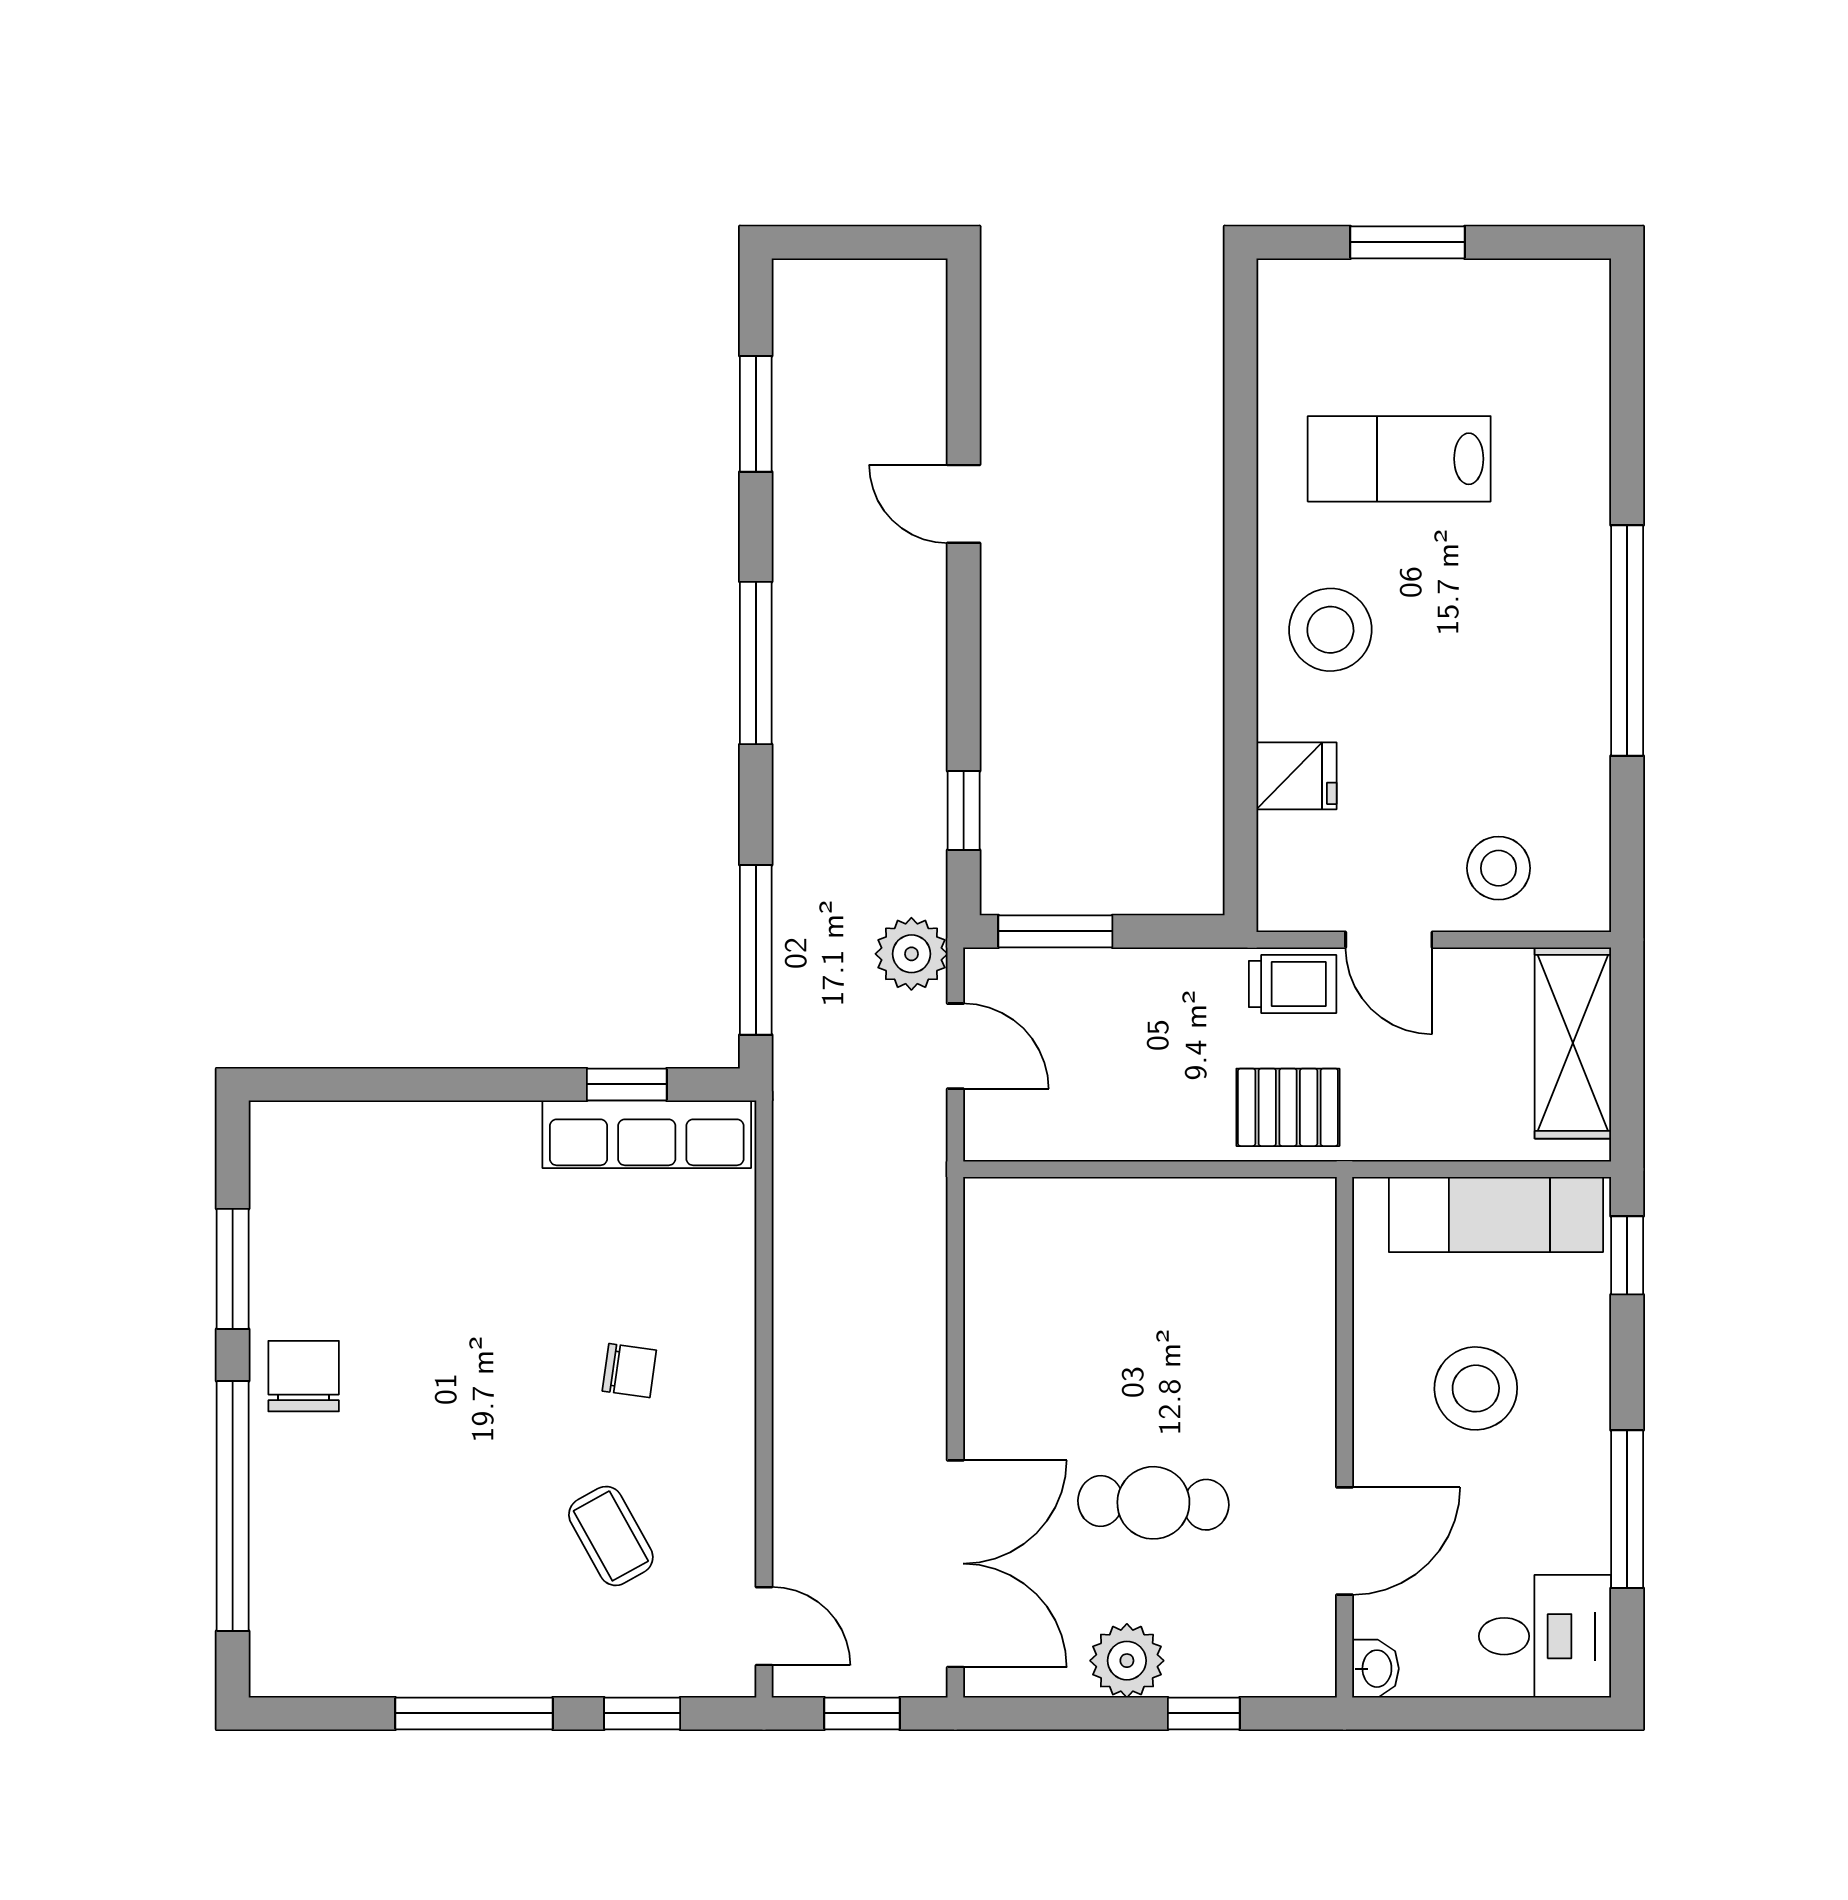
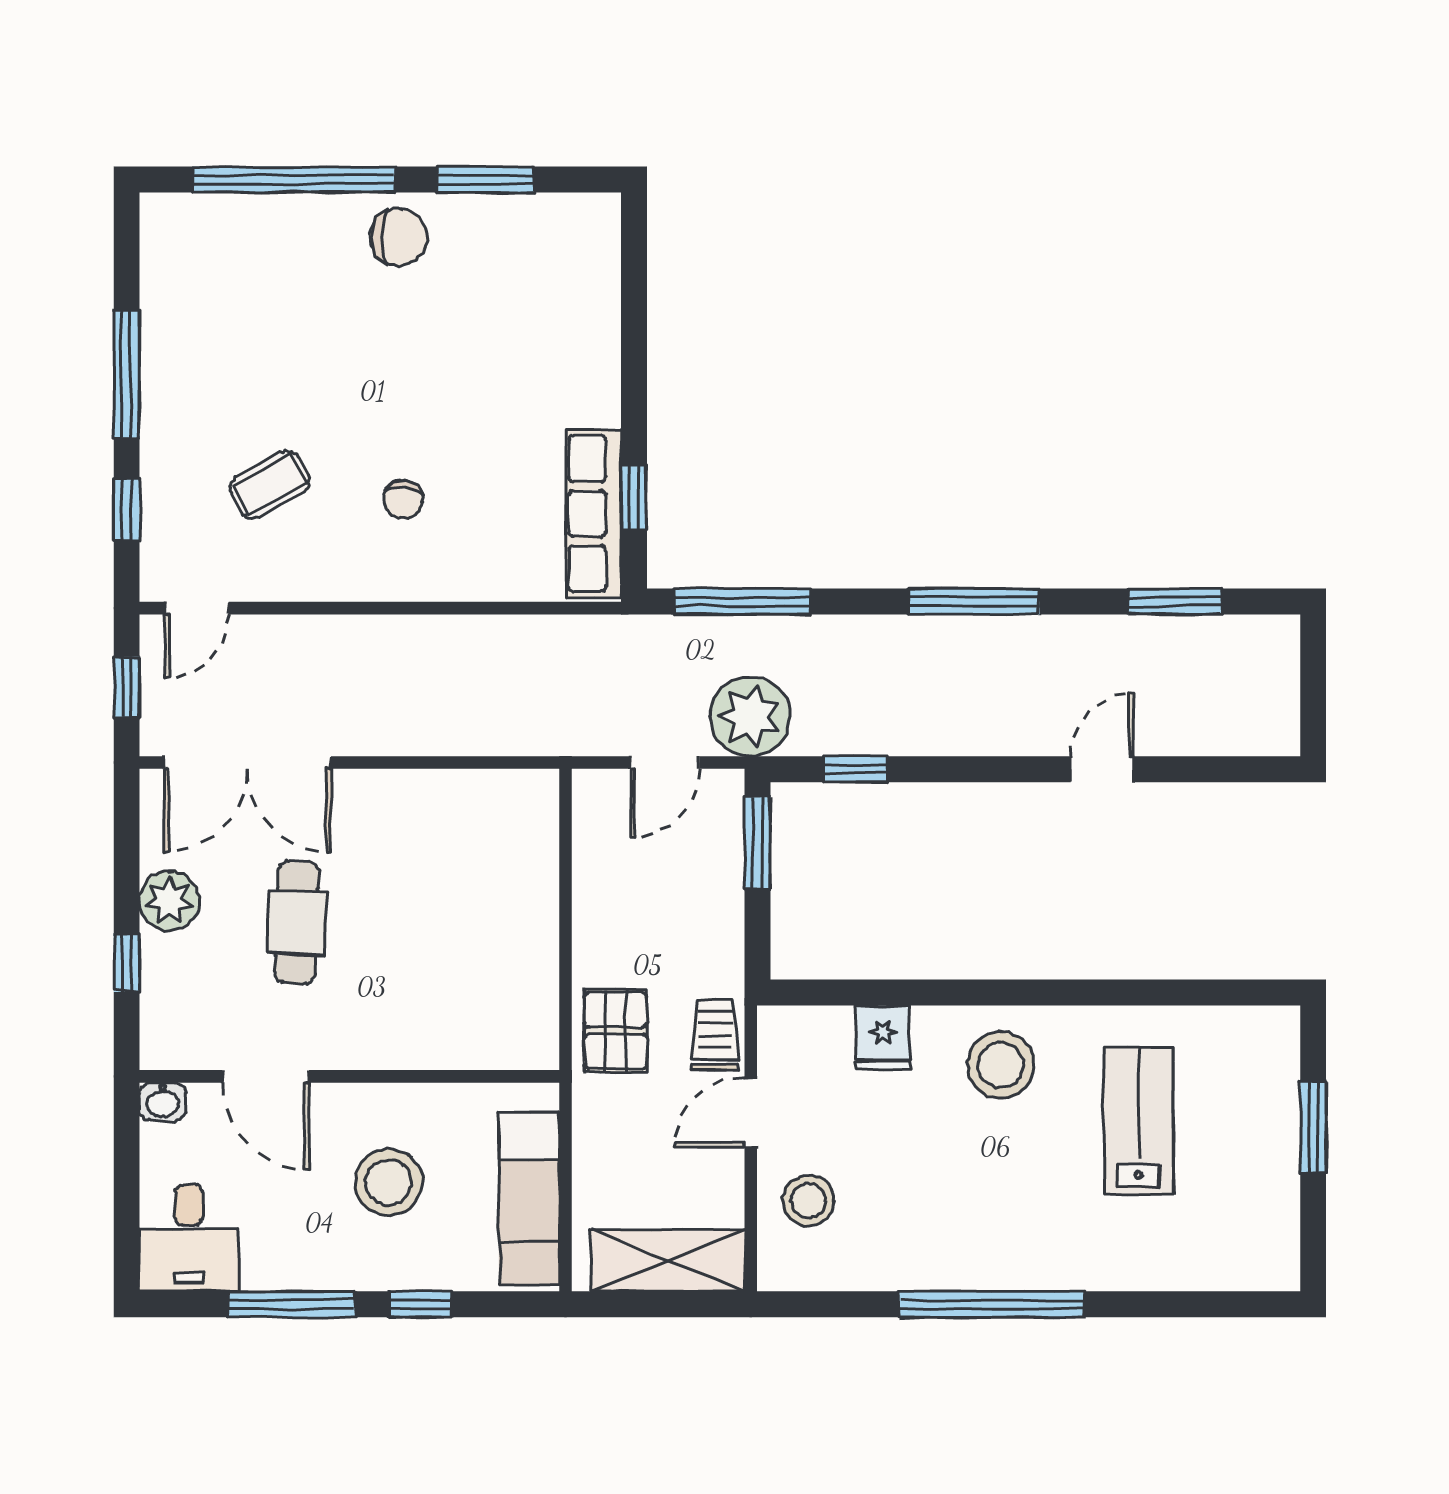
plant: (911, 954) -> (750, 716), width x1.36, depth x1.36
trolley: (1293, 984) -> (715, 1035), turned 180
window: (1627, 1255) -> (420, 1304), moved

